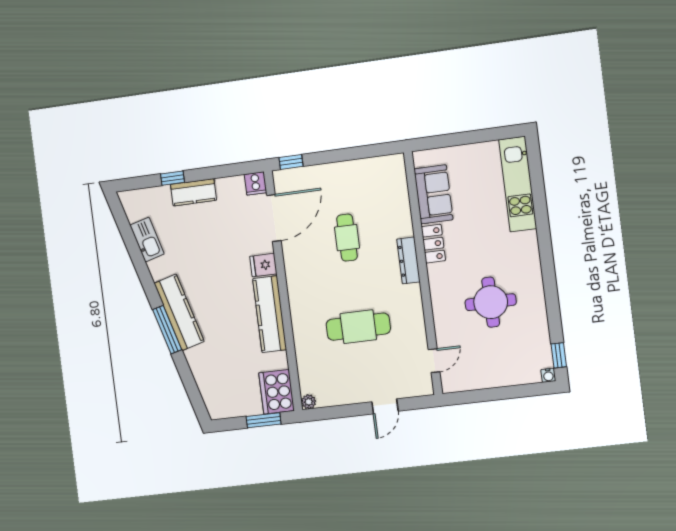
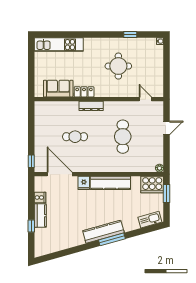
cooker: (255, 183) -> (40, 198), moved
kitchen sink: (147, 240) -> (150, 220), moved
window: (559, 355) -> (130, 35), moved
door: (385, 406) -> (167, 128), hinge flipped

